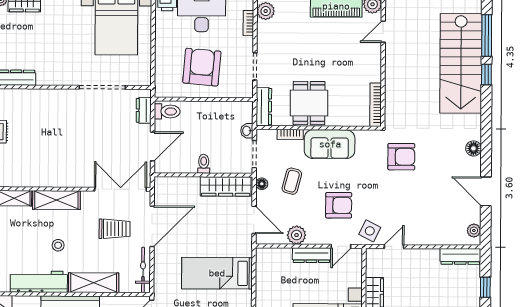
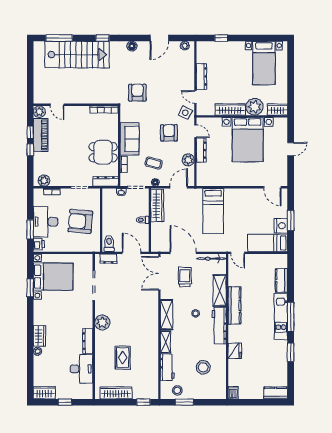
window: (486, 75) -> (103, 38), moved
plant: (45, 100) -> (102, 322), added
dresser: (460, 257) -> (202, 76), moved

